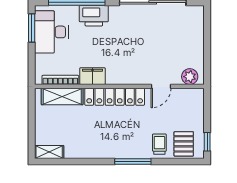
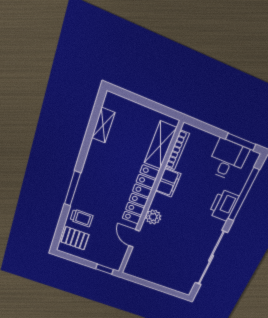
desk: (51, 32) -> (228, 160), width x0.73
plant: (190, 77) -> (153, 217), moved
window: (207, 142) -> (105, 269), moved
shelving: (49, 152) -> (103, 125), moved

